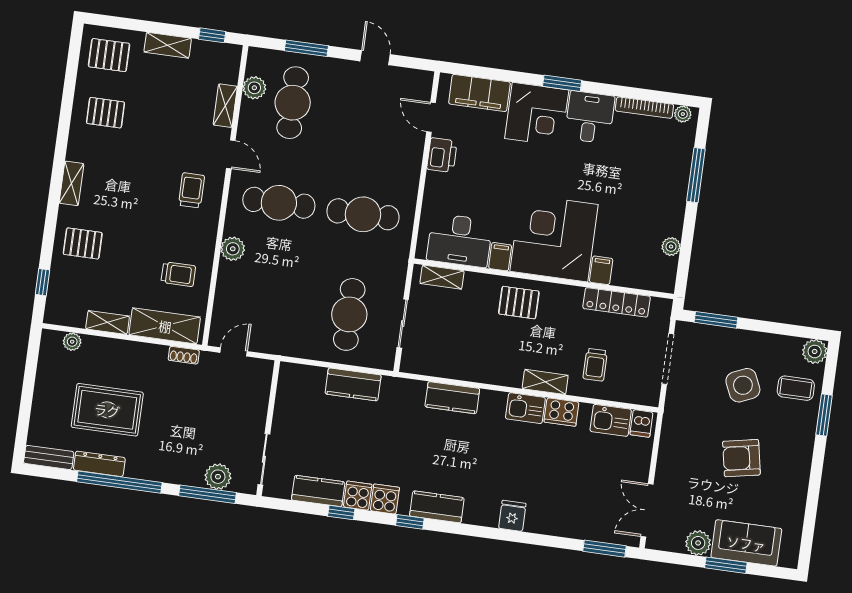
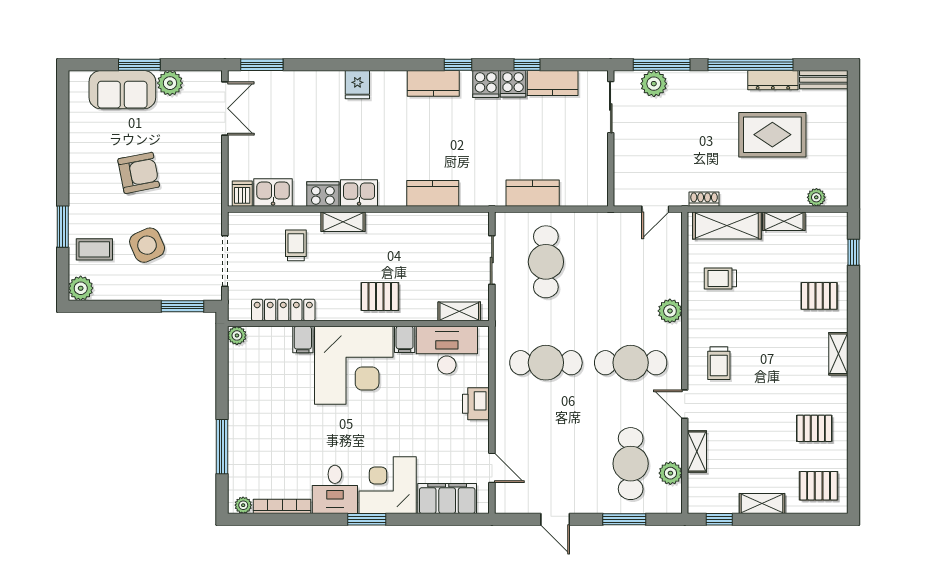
printer: (442, 155) -> (476, 404), moved
plant: (671, 247) -> (237, 335), moved

